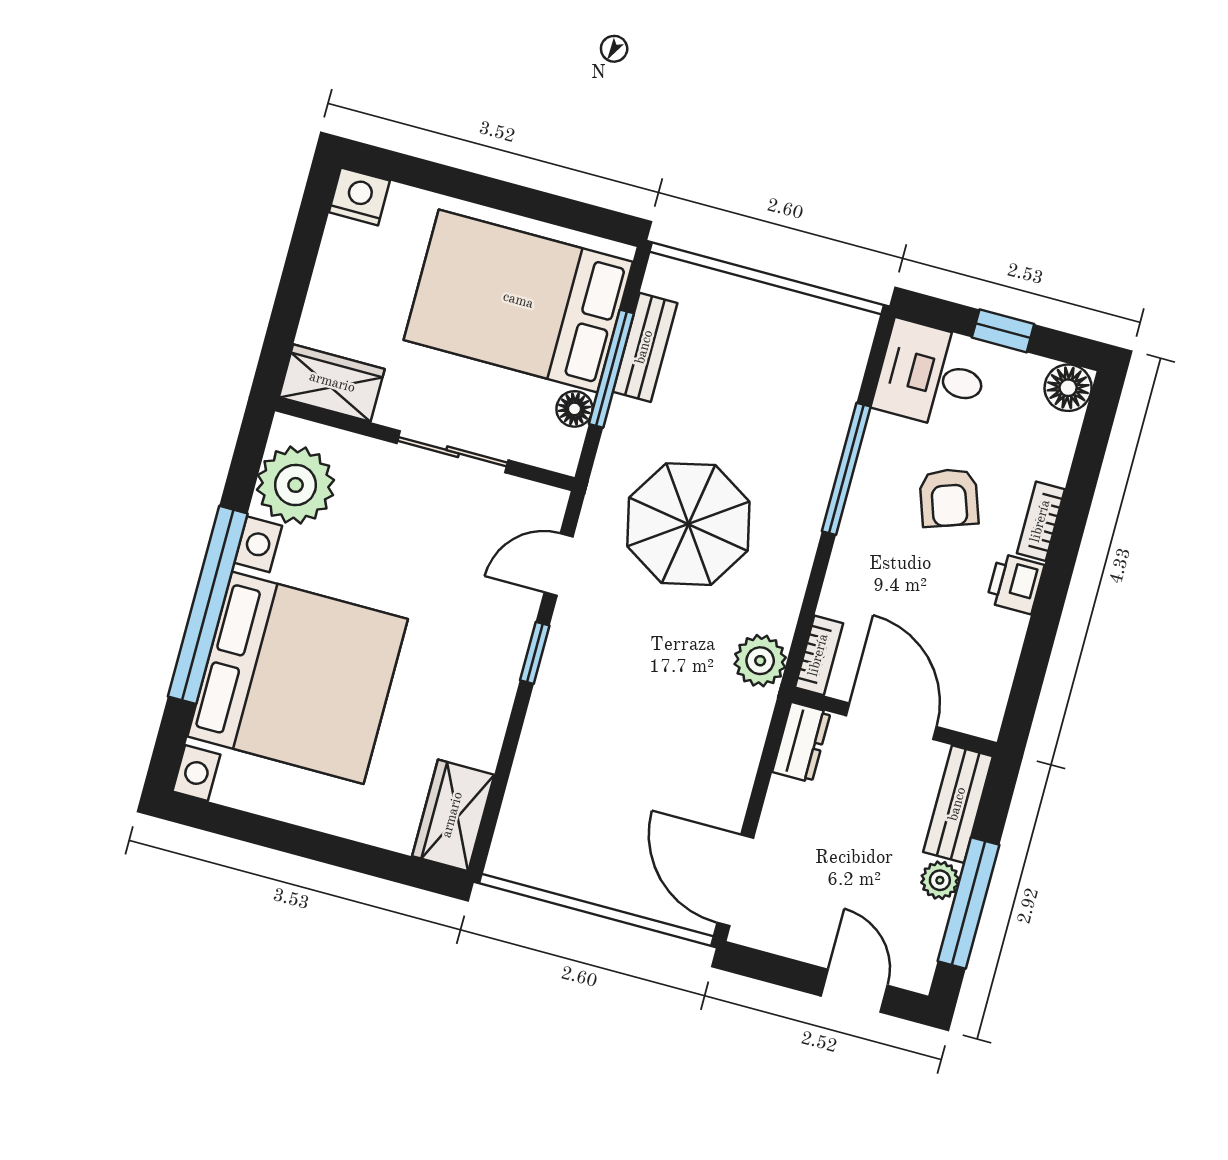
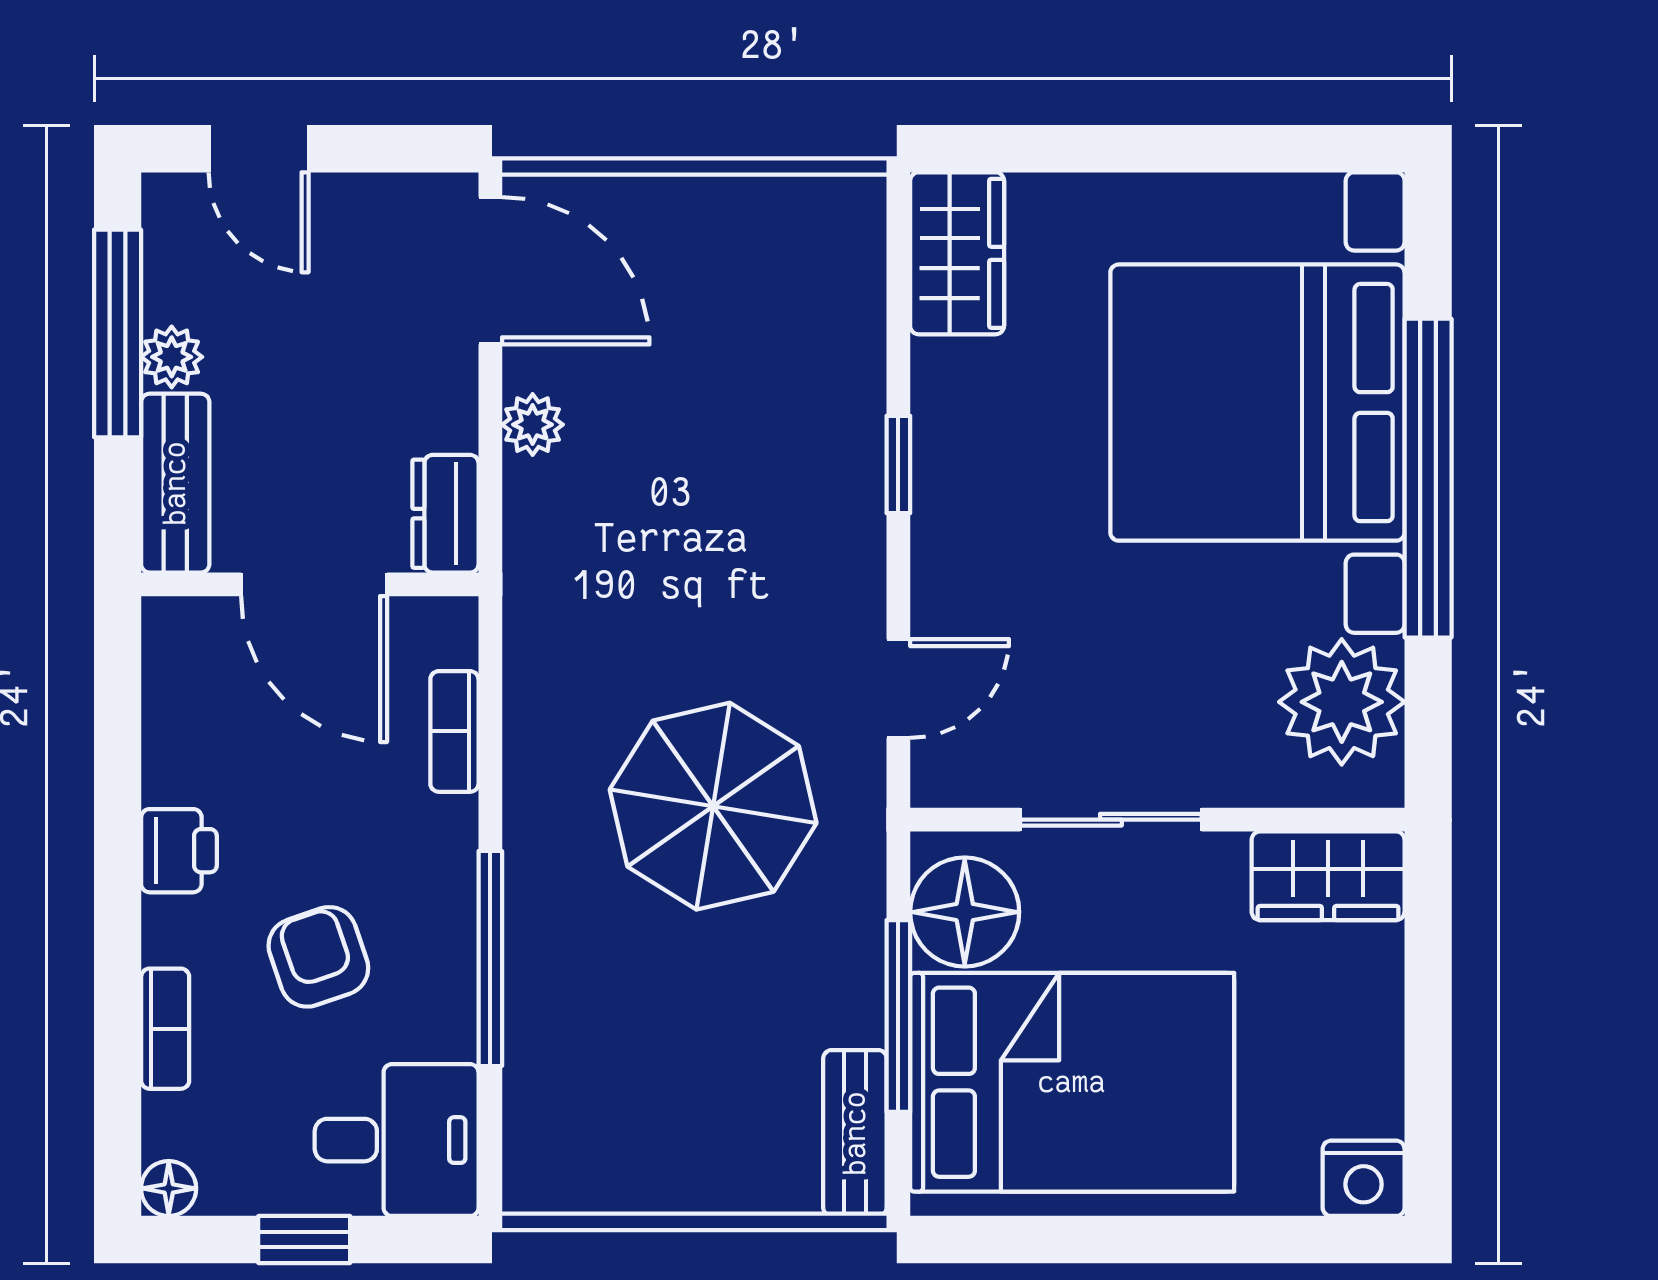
bench: (645, 347) -> (855, 1133), moved
floor lamp: (1068, 388) -> (169, 1188), width x0.73, depth x0.73
floor lamp: (574, 409) -> (965, 912), width x1.89, depth x1.89
bookcase: (1041, 521) -> (165, 1029), moved
window: (535, 653) -> (898, 465), moved
bookcase: (819, 655) -> (454, 731), moved
plant: (760, 661) -> (533, 425), moved, width x0.73, depth x0.73

